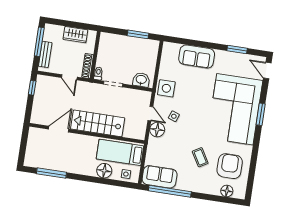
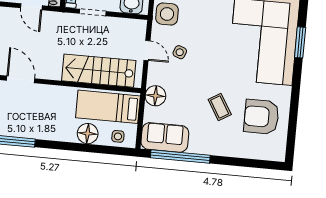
stairs: (98, 123) -> (99, 71), moved
door: (59, 129) -> (21, 79), hinge flipped
floor lamp: (157, 130) -> (155, 96), moved
armchair: (230, 166) -> (261, 117), turned -90
floor lamp: (227, 191) -> (259, 152), removed

